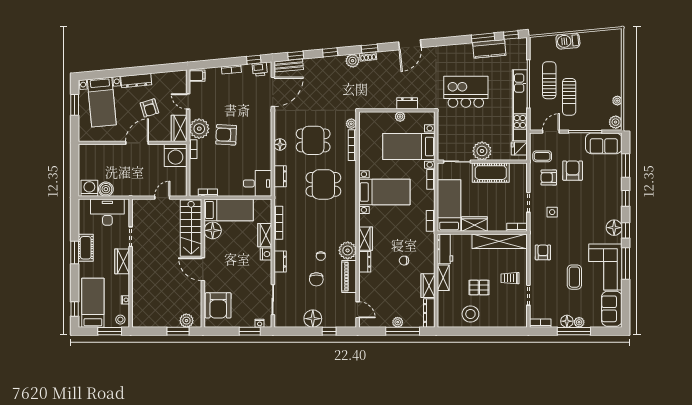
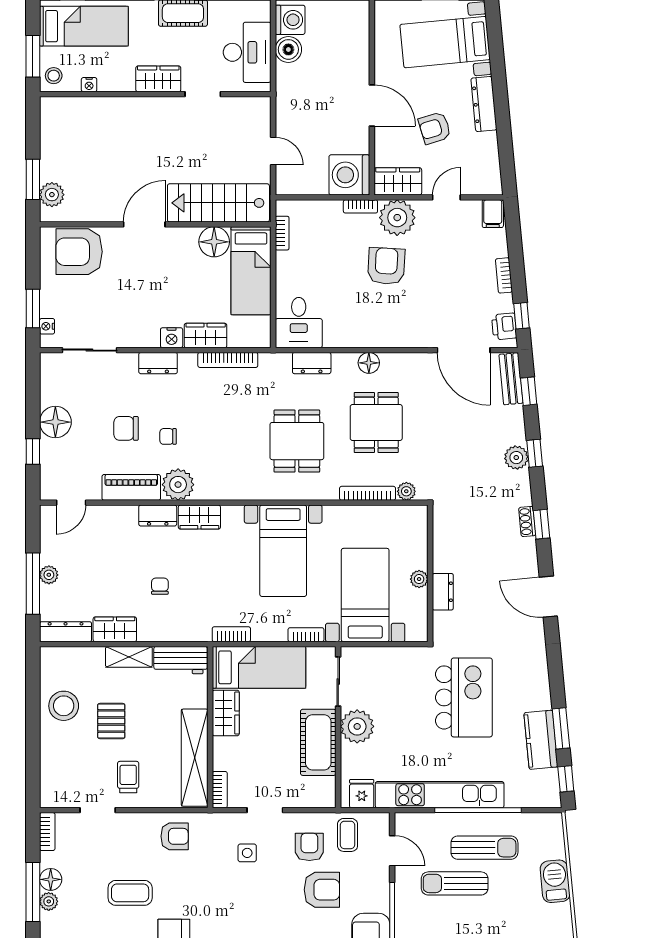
plant: (353, 61) -> (516, 458), moved

